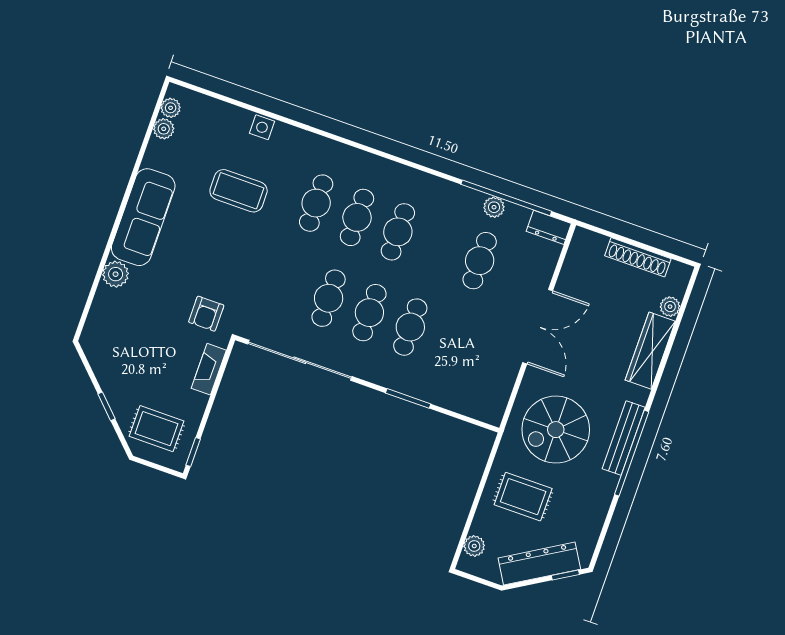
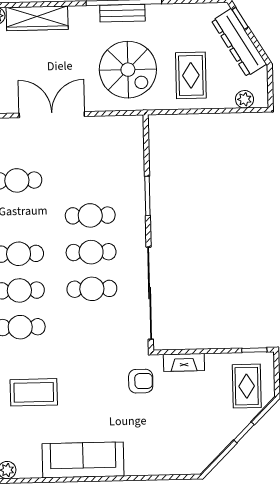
coffee table: (239, 191) -> (34, 392), turned 90
plant: (116, 274) -> (137, 465), removed
bench: (624, 438) -> (122, 13), width x0.73

